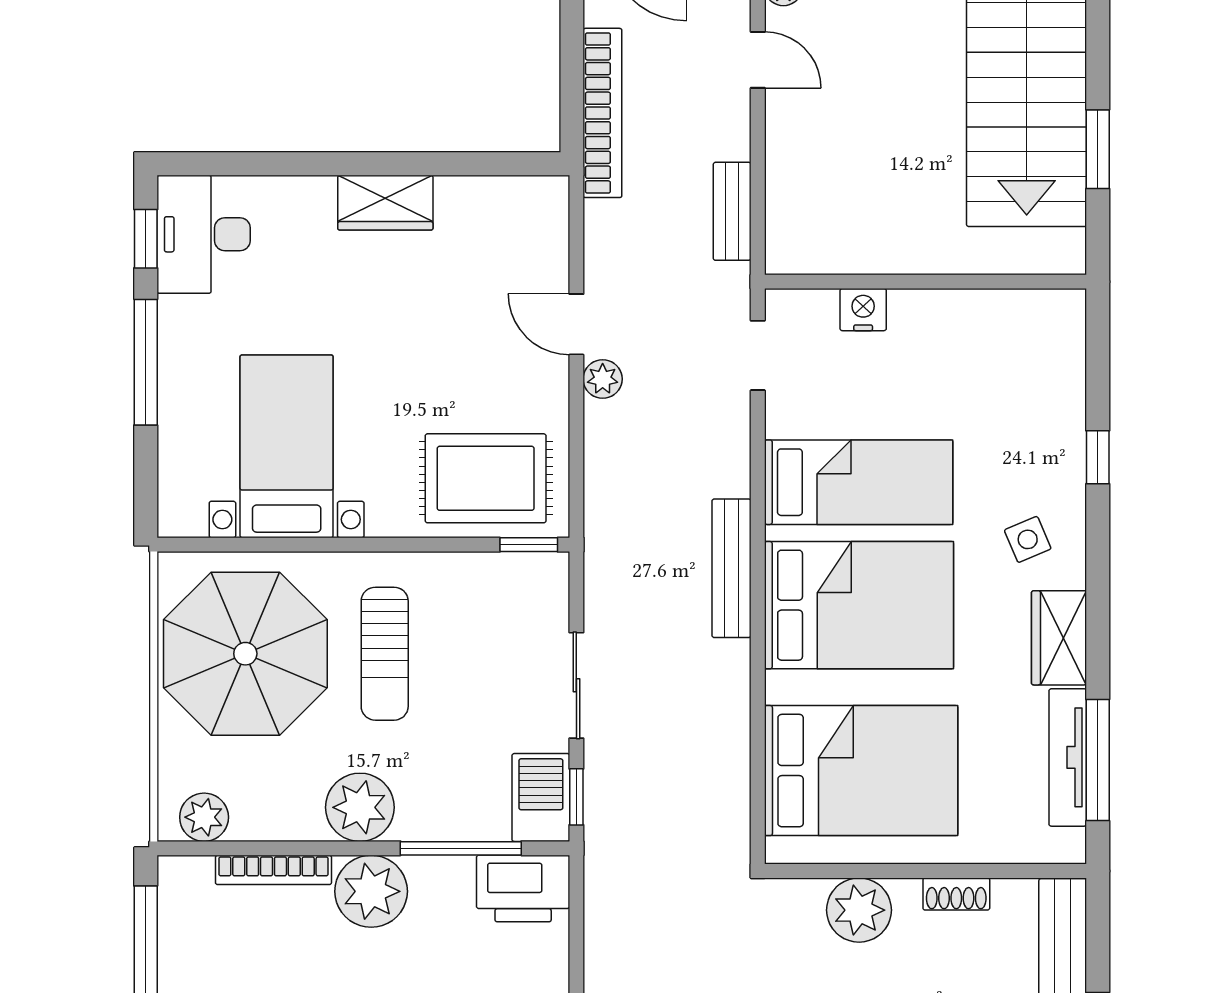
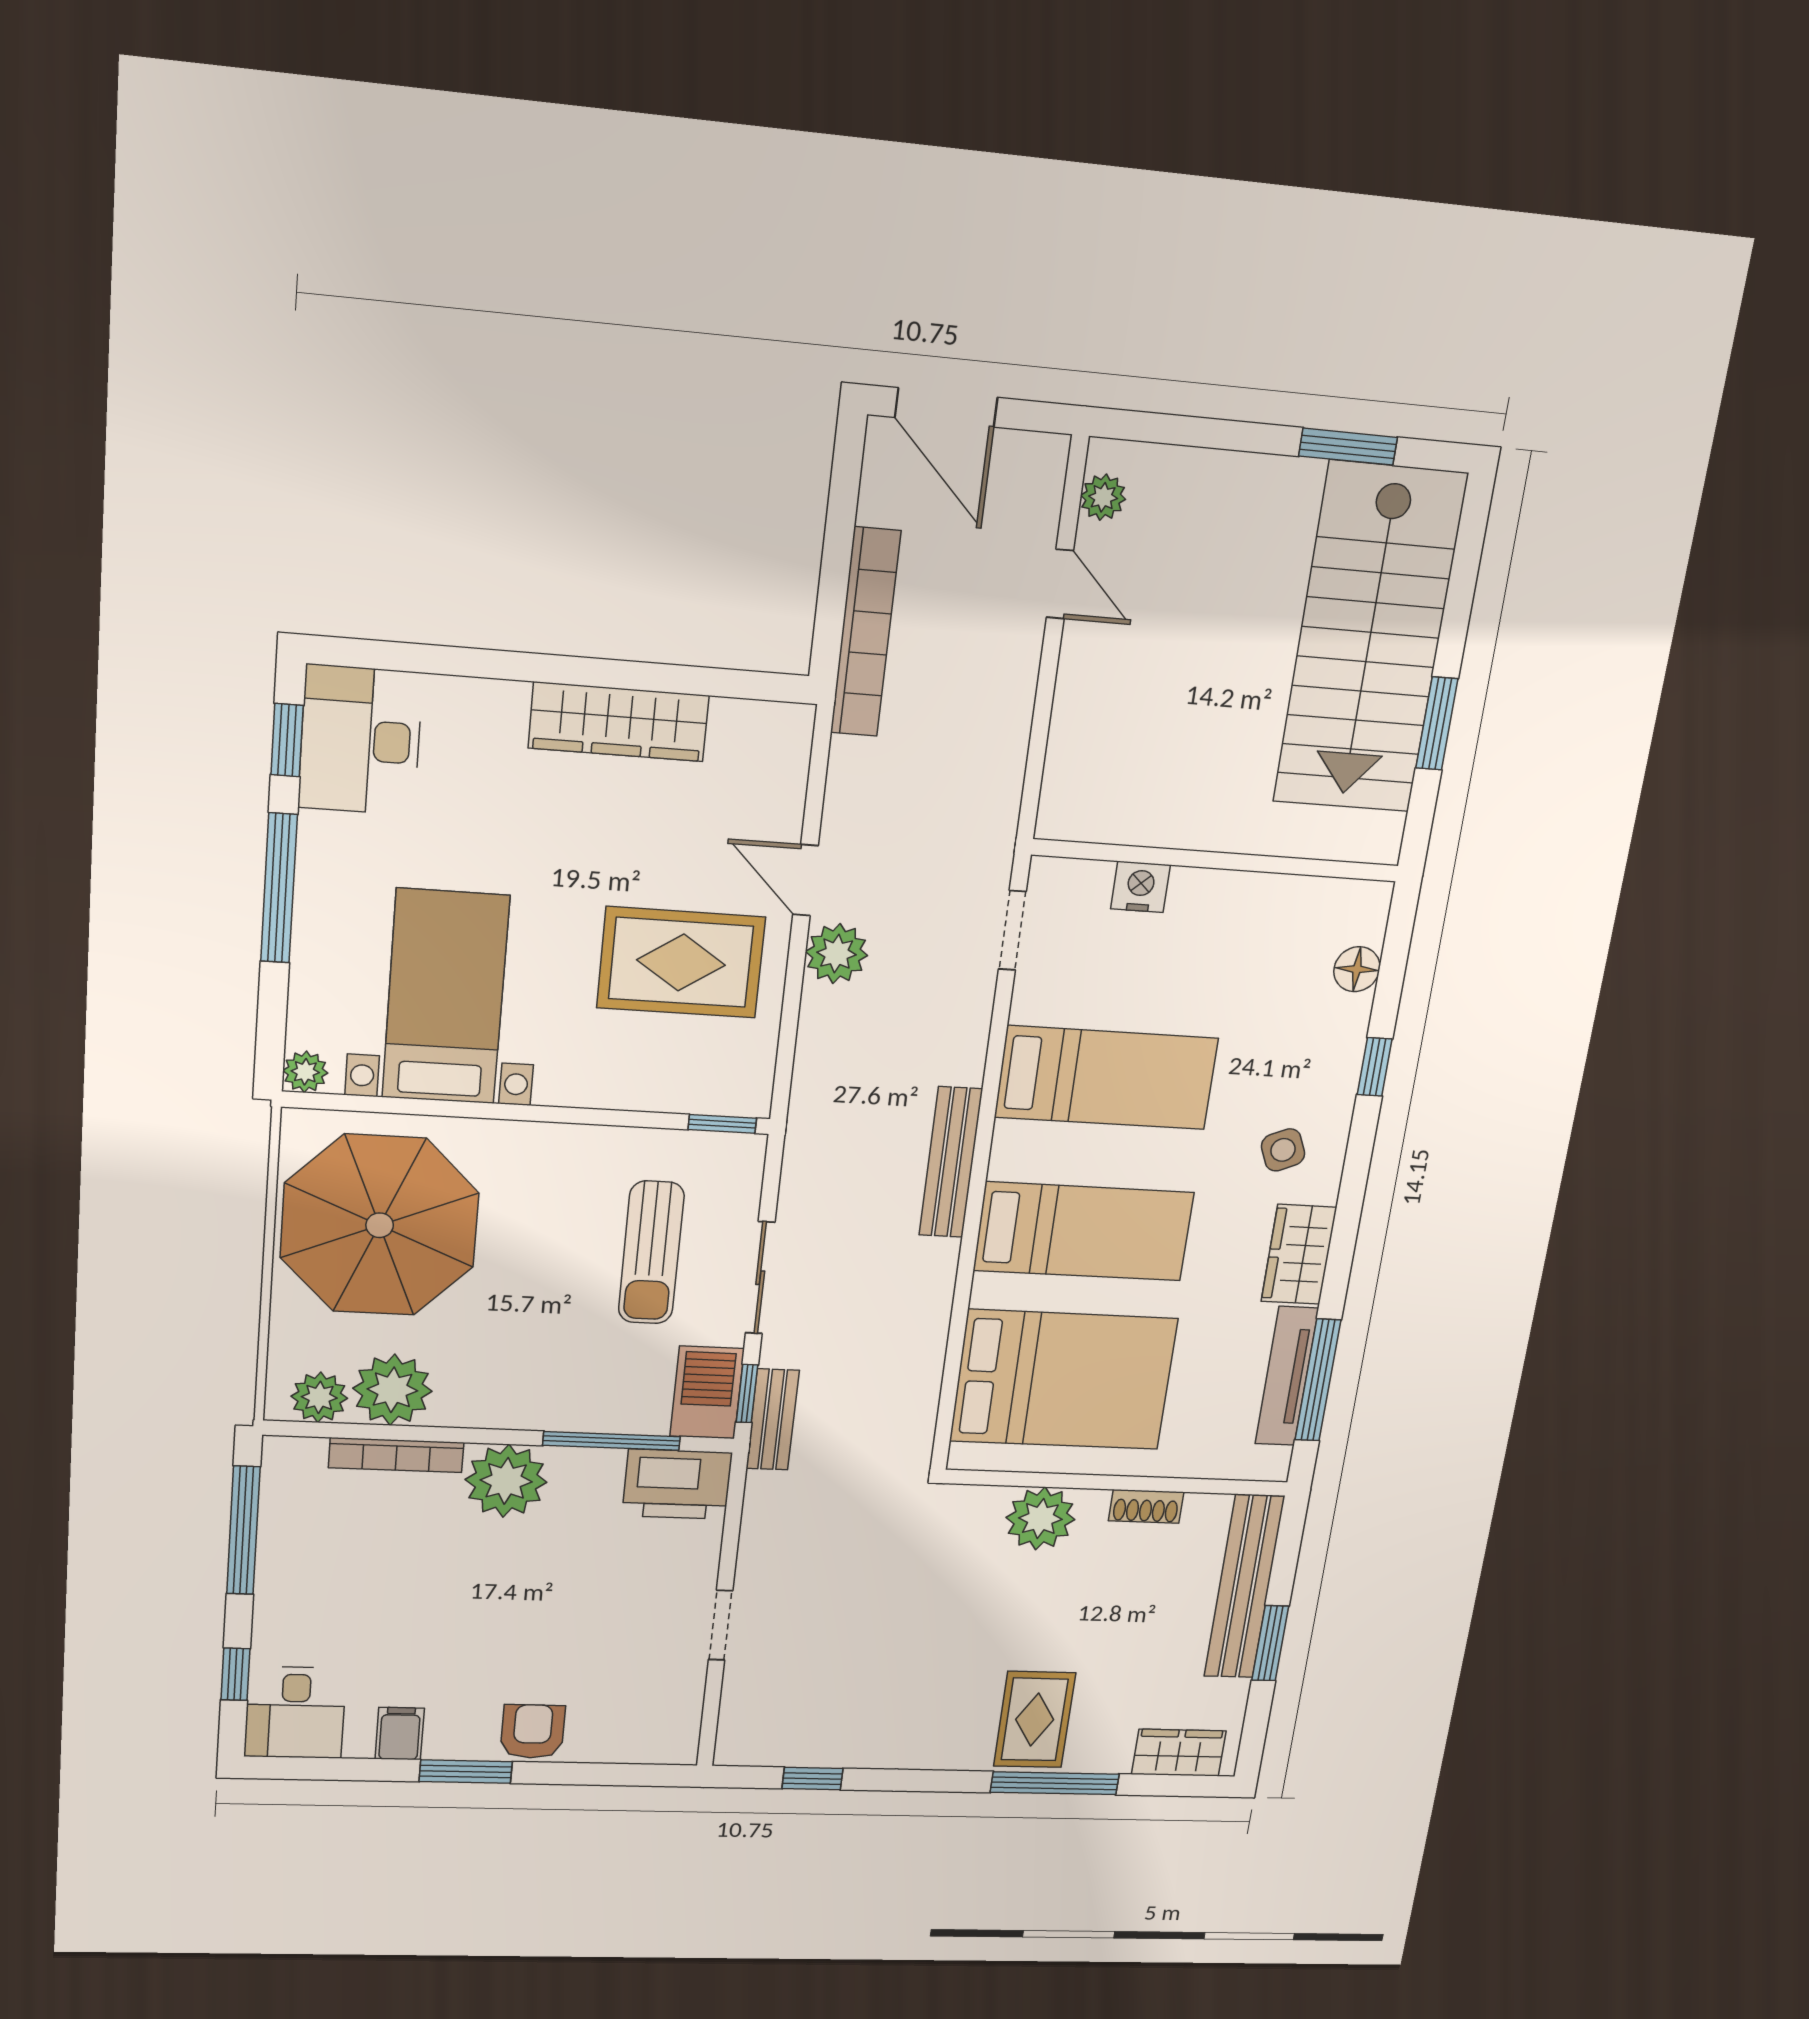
wardrobe: (385, 203) -> (619, 722), width x1.50
bench: (732, 211) -> (773, 1420), moved
floor lamp: (1066, 369) -> (1357, 969), added
plant: (603, 379) -> (837, 954), width x1.38, depth x1.38
rug: (486, 478) -> (681, 962), moved
plant: (176, 519) -> (305, 1072), added
bed: (859, 605) -> (1084, 1231), width x0.67
sun lounger: (385, 654) -> (651, 1253), moved
plant: (360, 807) -> (392, 1390), moved

